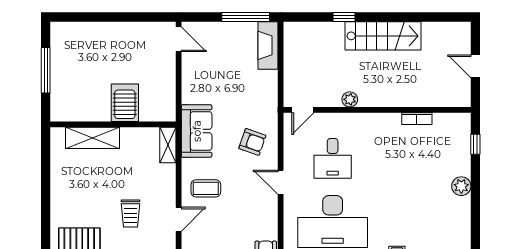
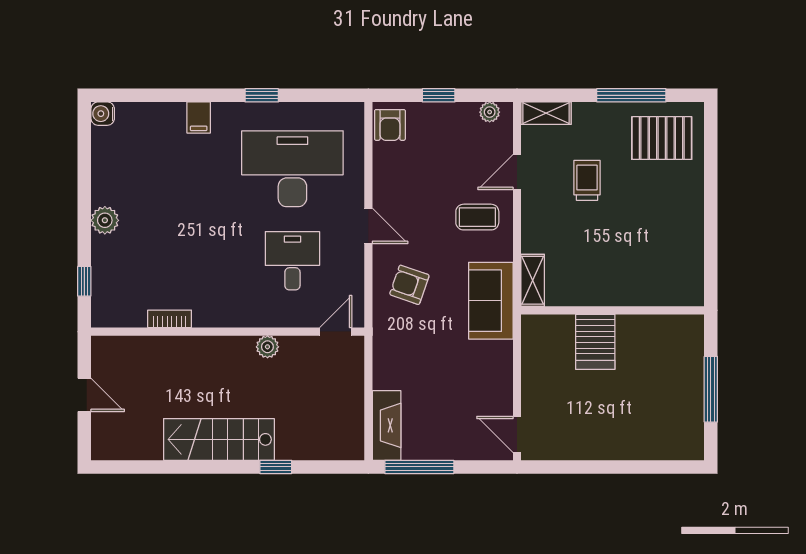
shelving: (92, 138) -> (643, 291), removed

